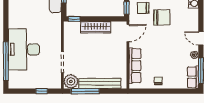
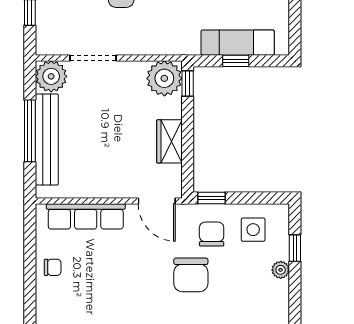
wardrobe: (96, 27) -> (169, 141), width x0.67
plant: (72, 30) -> (164, 78), added
window: (85, 91) -> (30, 131), moved

